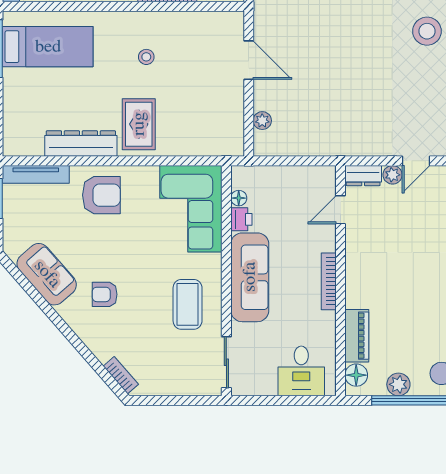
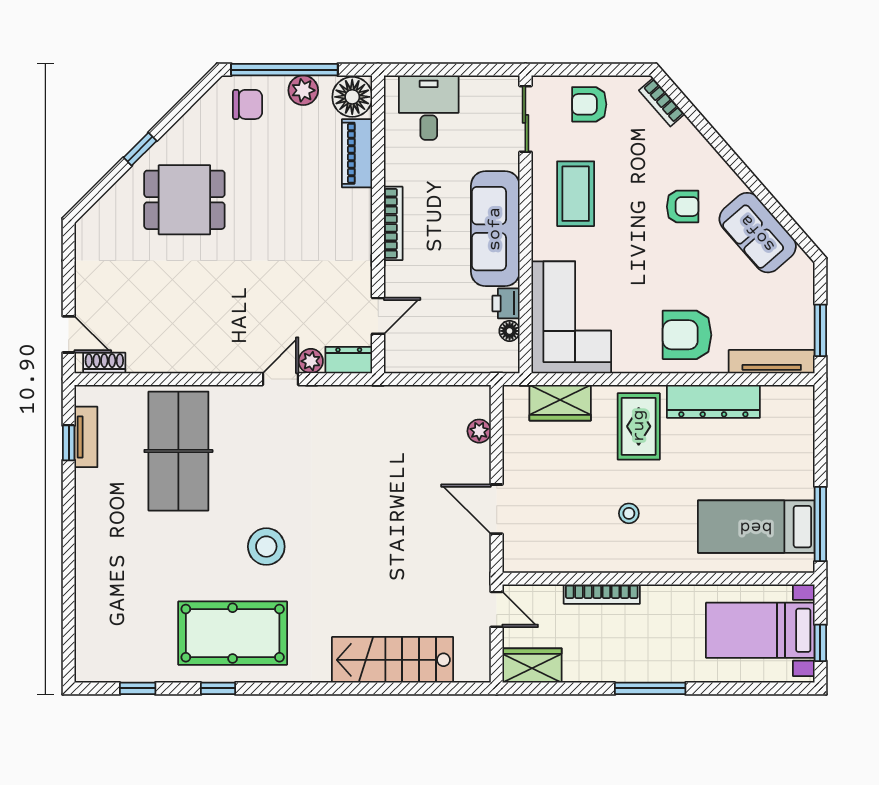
wardrobe: (200, 143) -> (560, 403), added
armchair: (177, 374) -> (589, 104), added
floor lamp: (356, 375) -> (352, 97), width x1.38, depth x1.38

